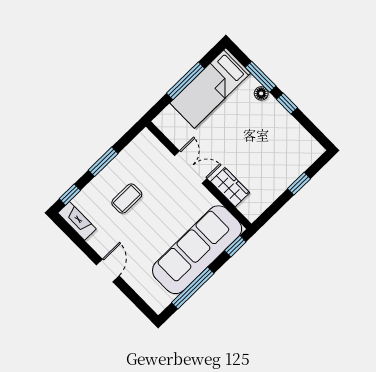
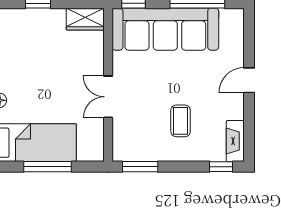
window: (103, 162) -> (140, 167), moved
wardrobe: (230, 187) -> (85, 19), moved, turned -90
coffee table: (127, 199) -> (181, 121), turned 90

